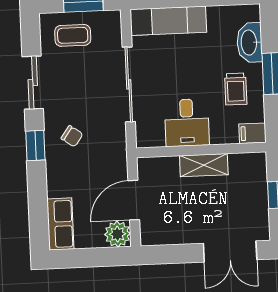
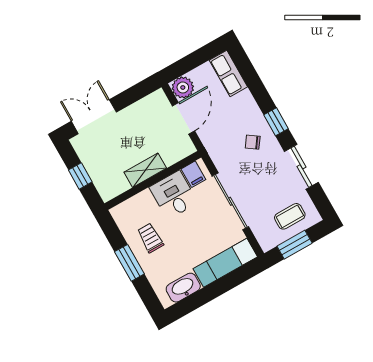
washbasin: (250, 43) -> (183, 288), moved, turned -90
filing cabinet: (252, 133) -> (193, 174), moved, turned 90

